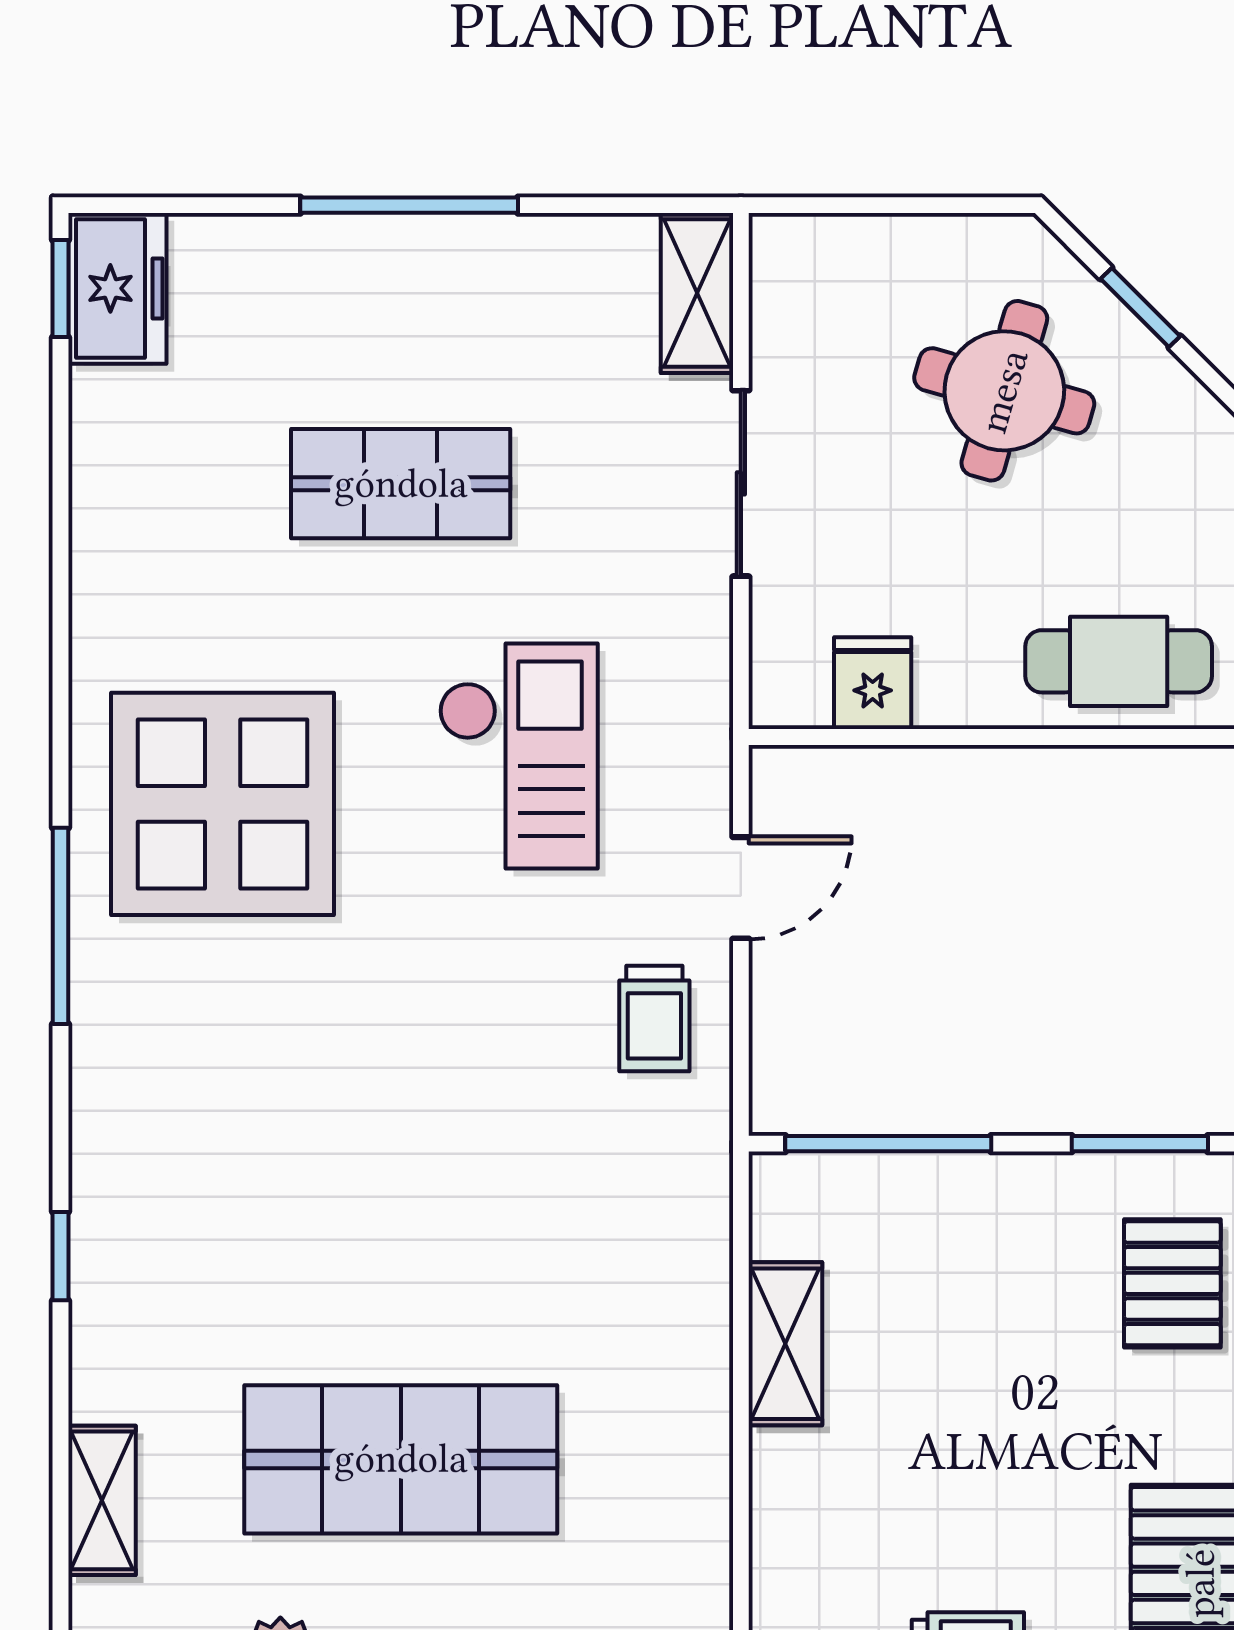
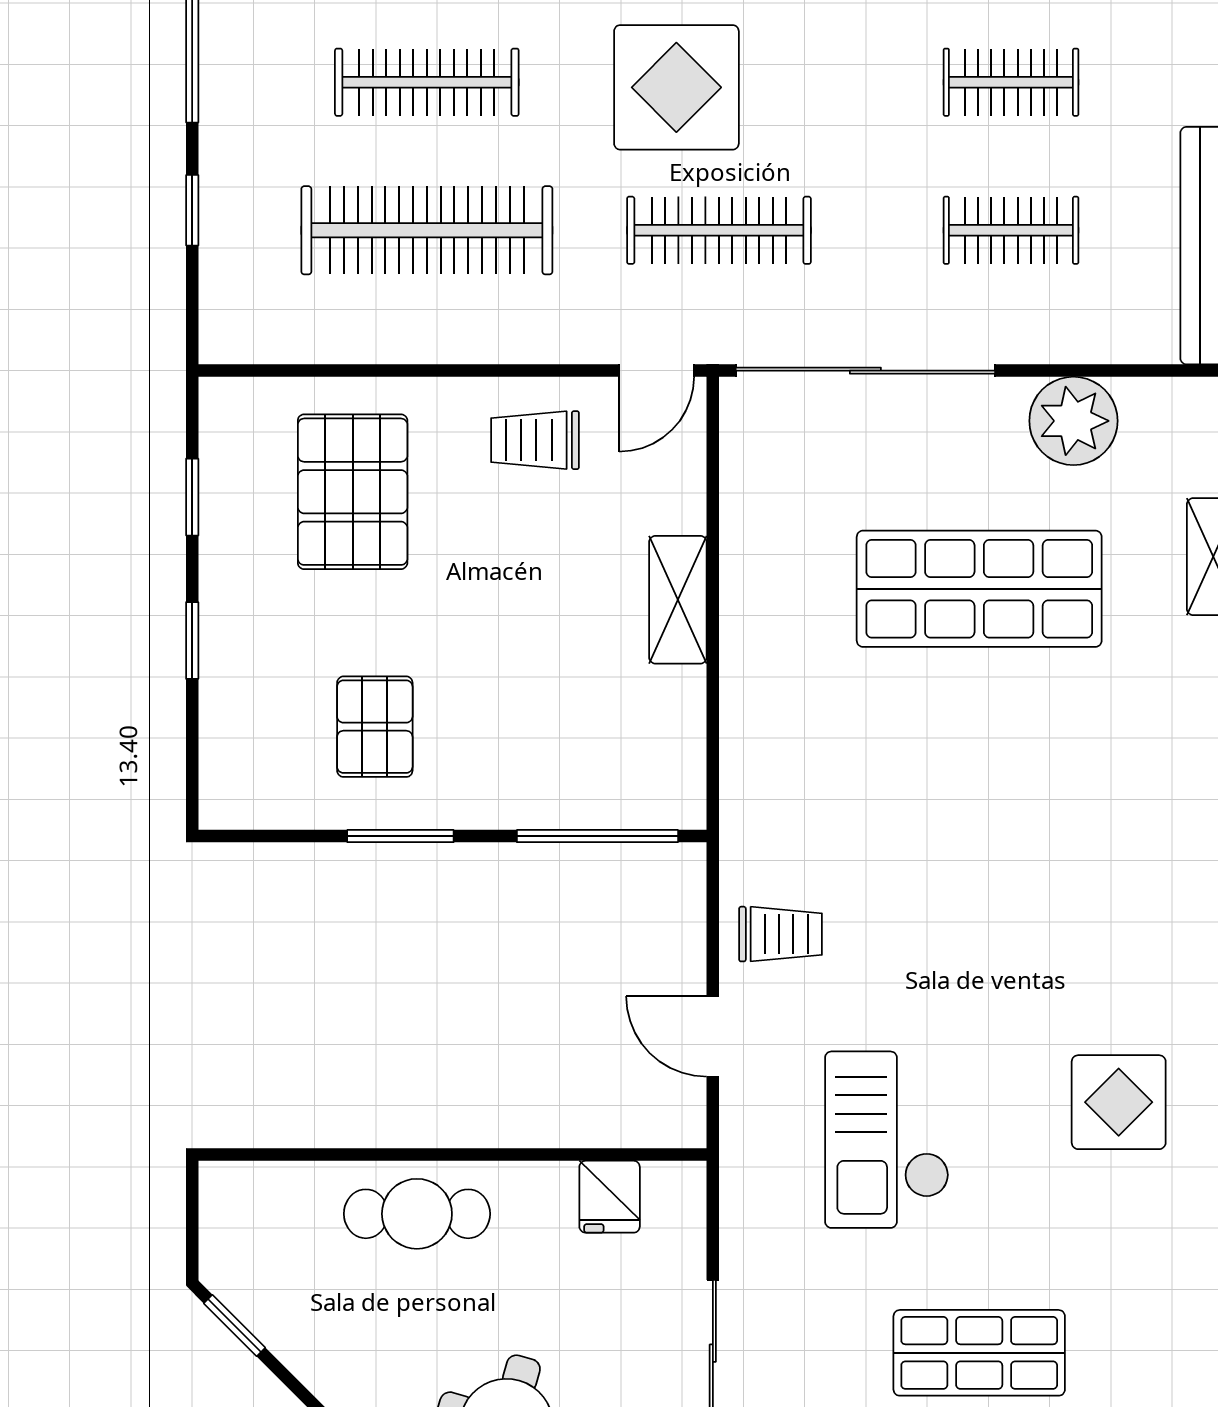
display table: (223, 804) -> (1119, 1102), width x0.54, depth x0.54
door: (741, 888) -> (713, 1036), hinge flipped
trolley: (654, 1018) -> (781, 934), turned 90
shelving: (785, 1344) -> (678, 600), moved

